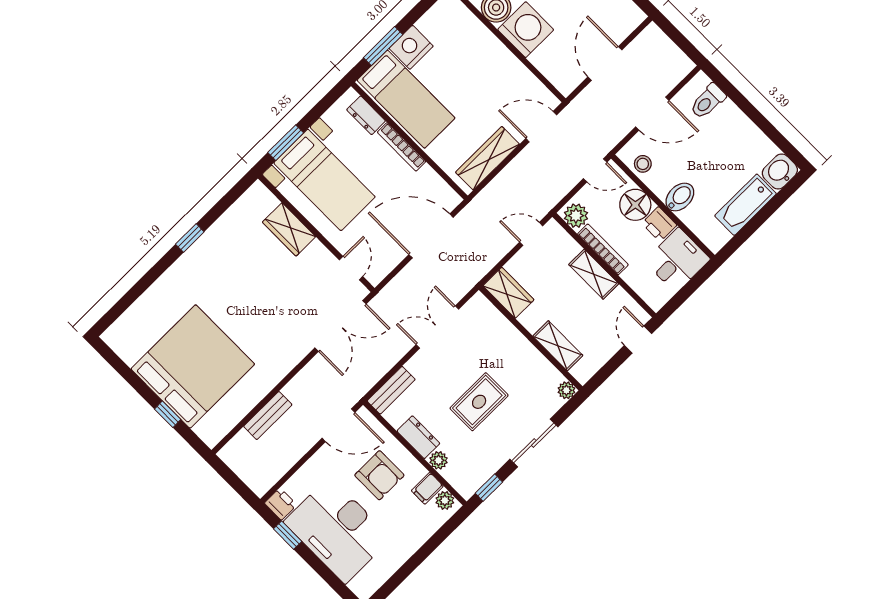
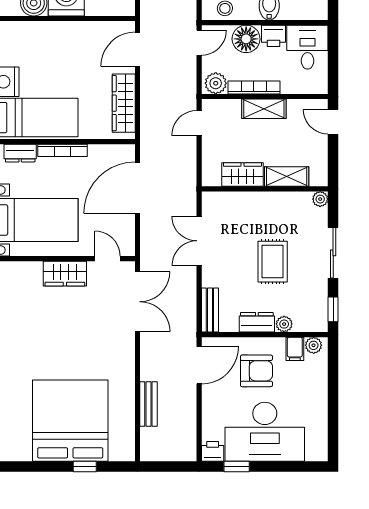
wardrobe: (289, 229) -> (65, 274), moved
wardrobe: (508, 293) -> (243, 174), moved

